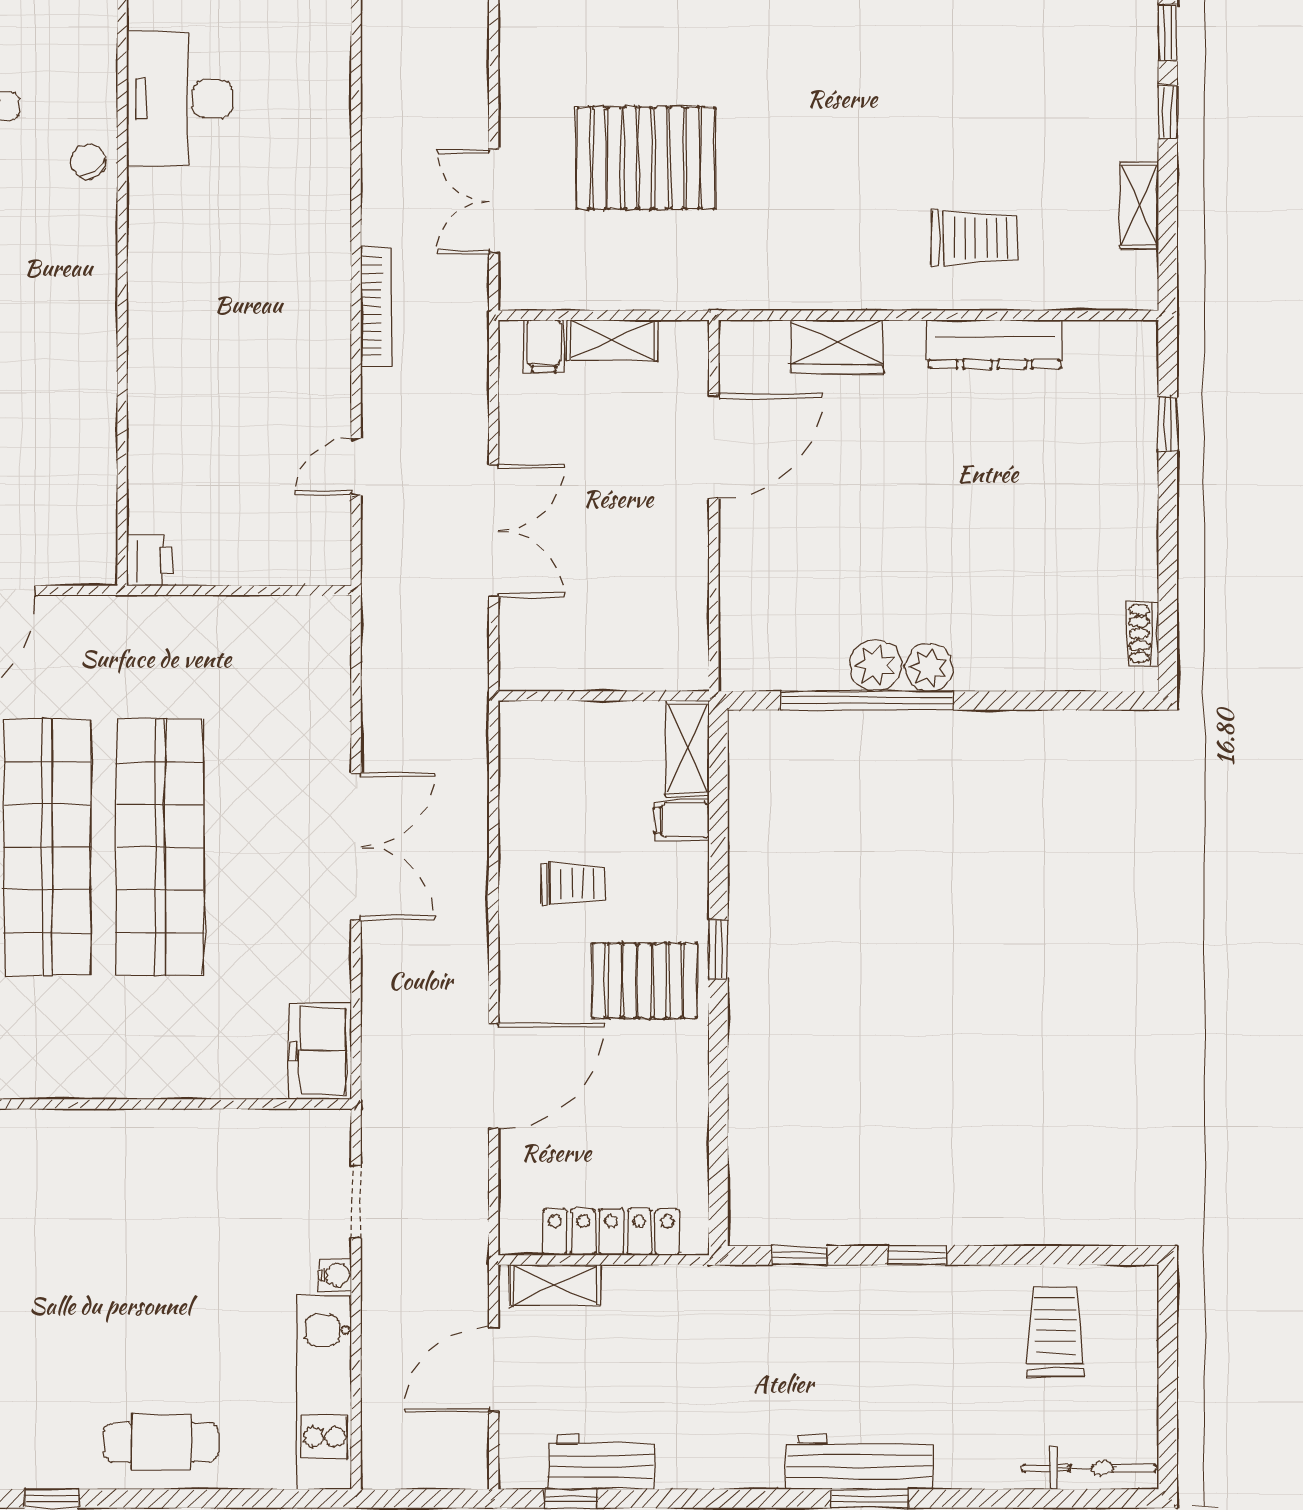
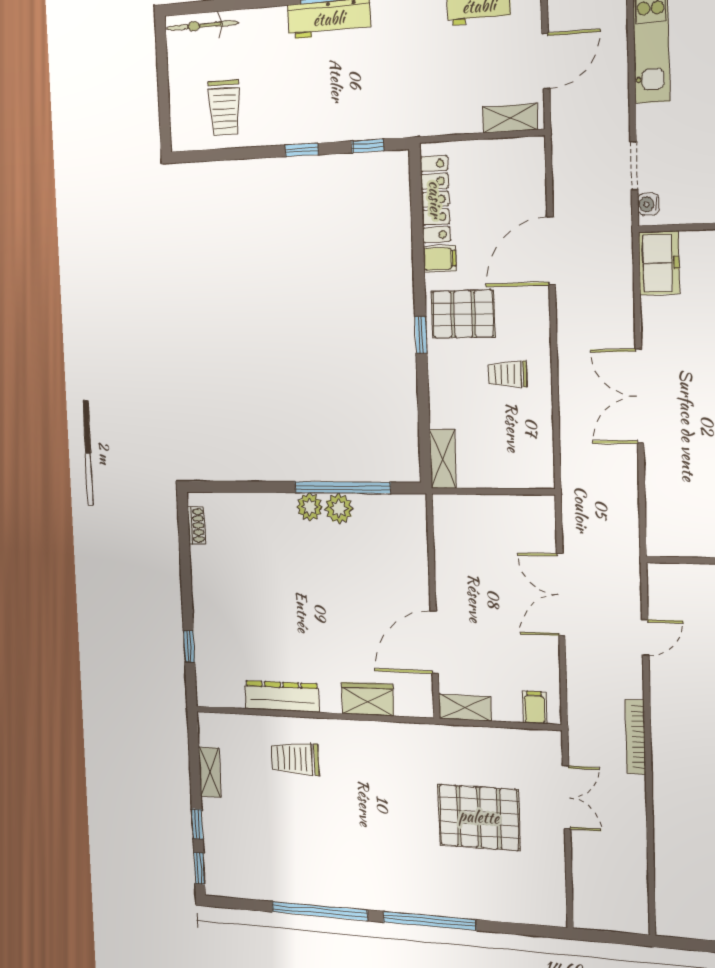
shelving: (613, 340) -> (465, 708), moved
filing cabinet: (682, 820) -> (440, 259), moved
locker: (611, 1232) -> (435, 199), moved, turned -90
water cooler: (335, 1275) -> (648, 204), moved

